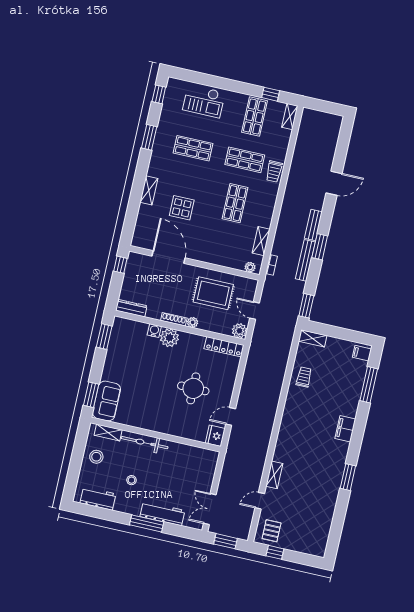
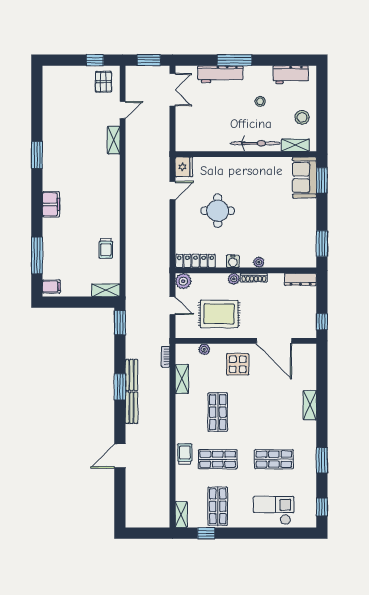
display table: (182, 208) -> (238, 364), moved
bench: (305, 260) -> (131, 375), width x0.73
plant: (250, 267) -> (204, 349), moved
water cooler: (154, 331) -> (233, 261), moved
plant: (169, 338) -> (259, 262), width x0.53, depth x0.53

